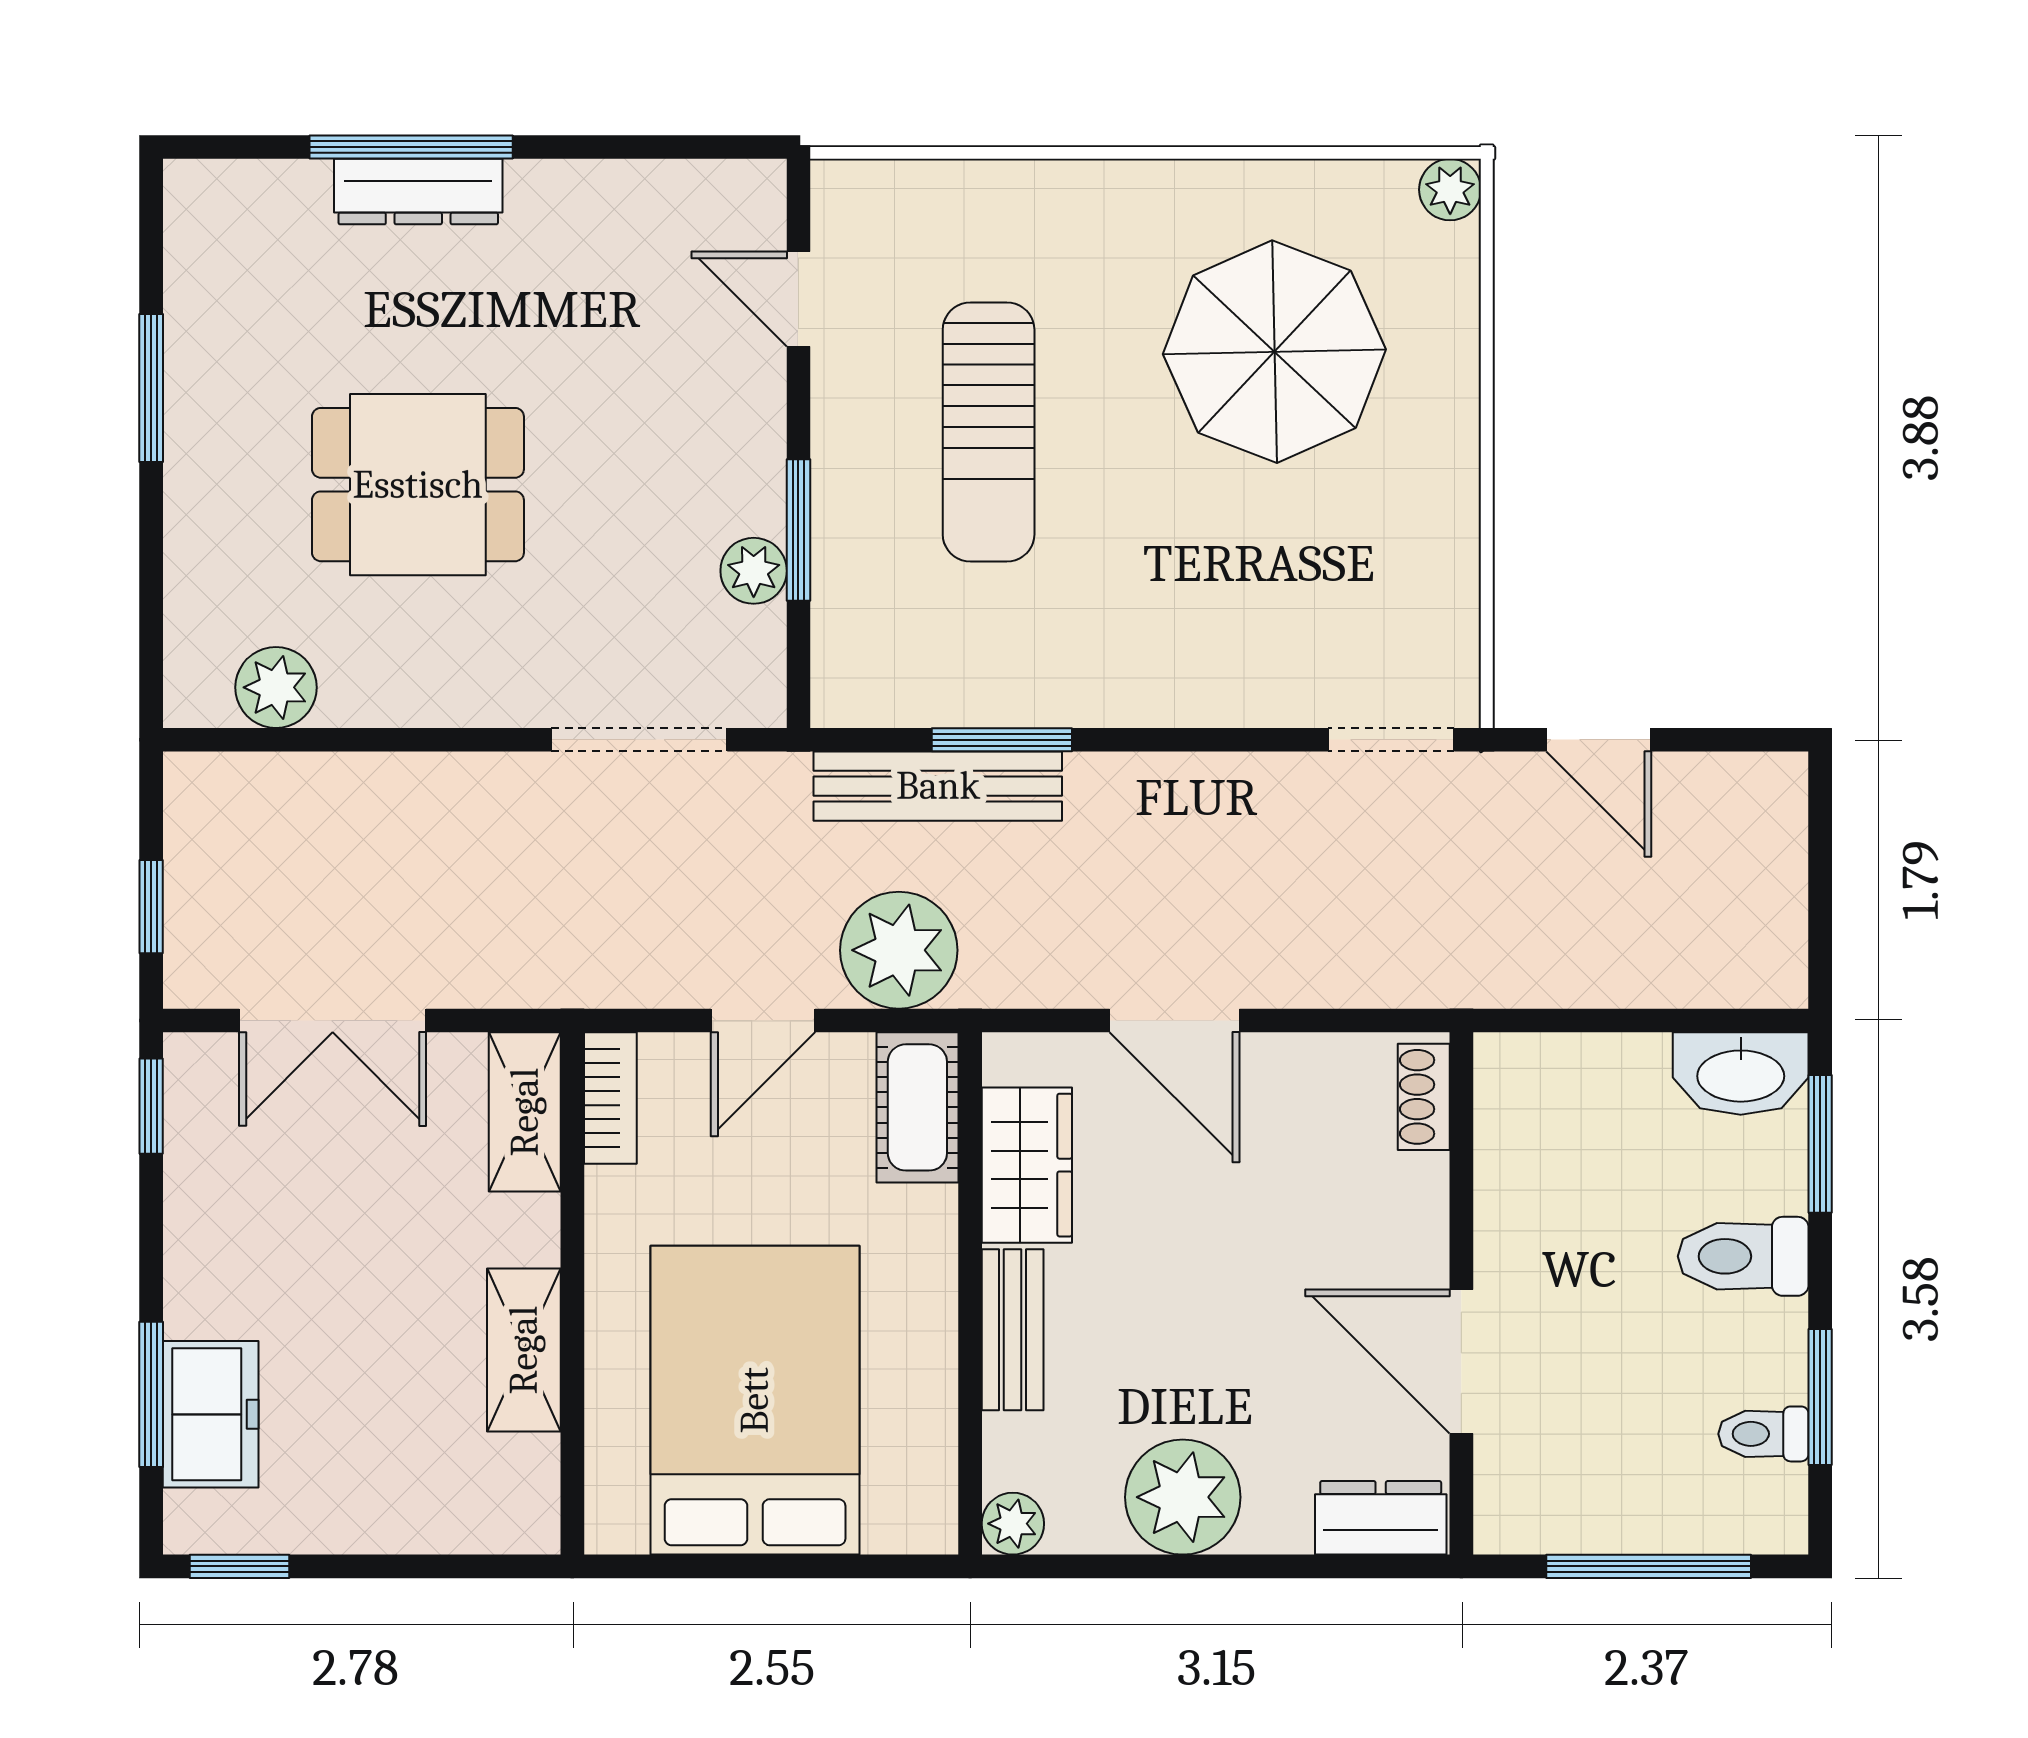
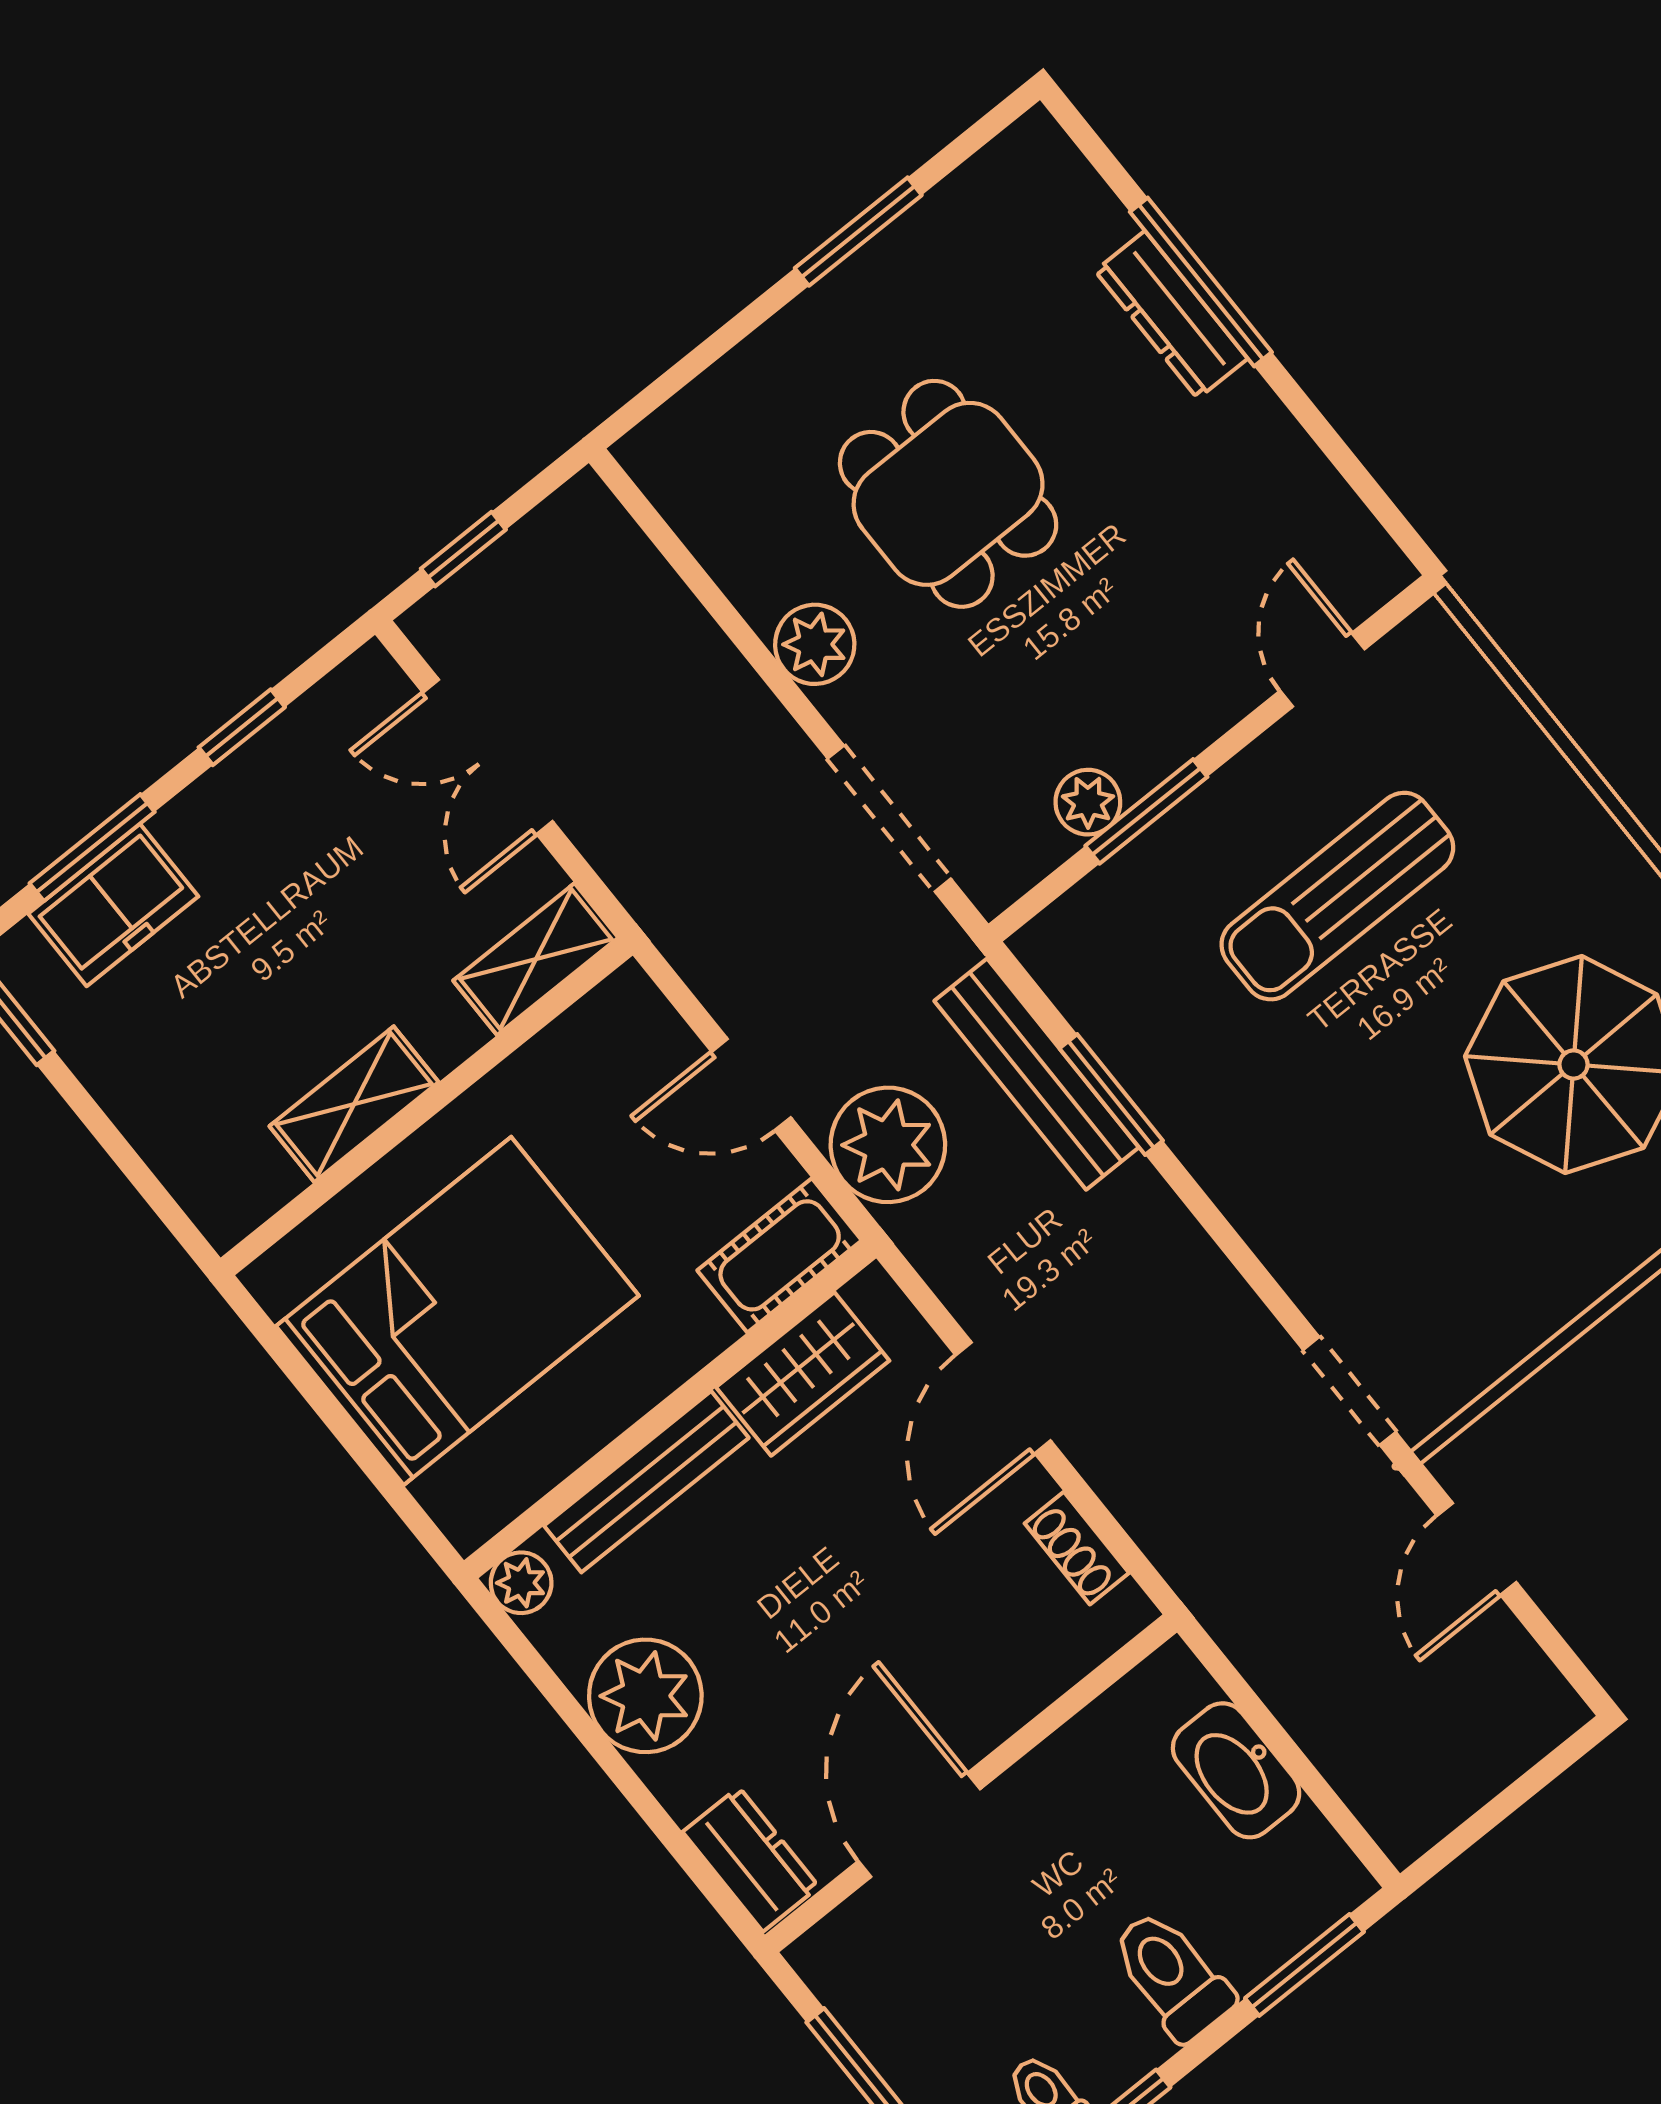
plant: (276, 687) -> (815, 644), moved
washbasin: (1741, 1074) -> (1236, 1770), moved
shoe rack: (1424, 1097) -> (1077, 1548), moved, turned -90
bookcase: (610, 1098) -> (599, 1016), removed
window: (151, 1106) -> (242, 727), moved
bench: (1013, 1330) -> (646, 1482), width x1.36

